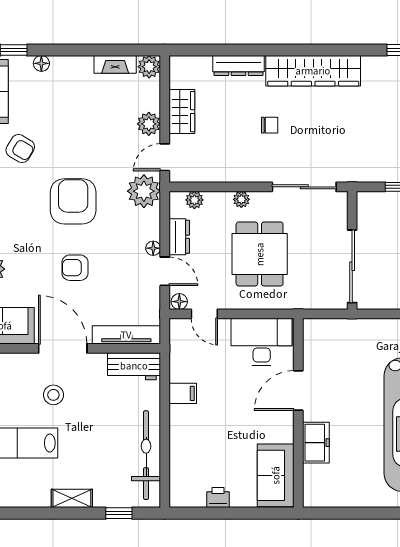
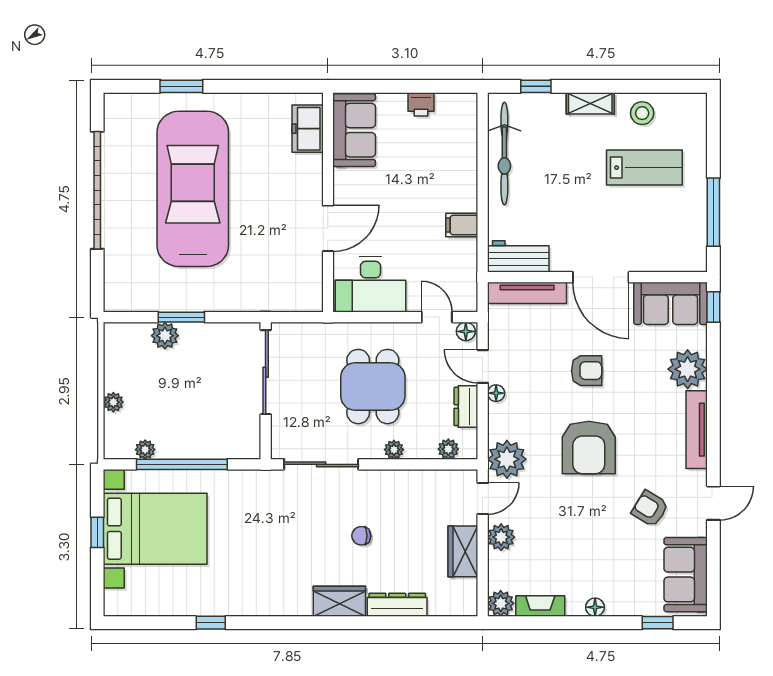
floor lamp: (41, 63) -> (595, 607), moved
wardrobe: (313, 71) -> (339, 601), width x0.48, depth x0.85
stool: (53, 395) -> (642, 113), moved
freezer: (316, 443) -> (308, 129), moved

